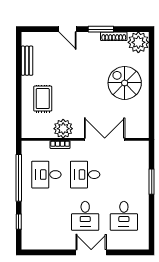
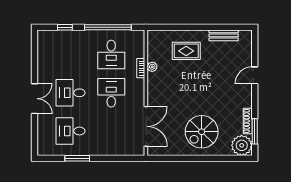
window: (101, 29) -> (255, 131), moved
spiral stairs: (125, 83) -> (202, 132), turned 180
plant: (63, 129) -> (152, 67), width x0.53, depth x0.53
double door: (105, 139) -> (146, 126), moved
desk: (46, 175) -> (111, 55), turned 180
window: (152, 182) -> (77, 158), moved

